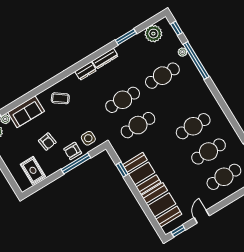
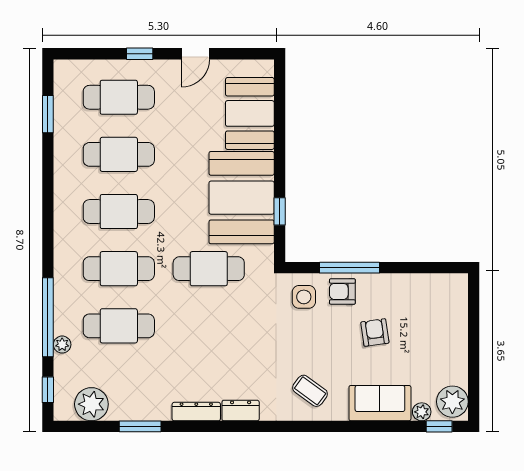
cafe table: (123, 100) -> (119, 269), moved
armchair: (73, 151) -> (342, 291), turned 180
rug: (33, 170) -> (427, 299), removed
booth: (142, 173) -> (242, 198), width x1.36, depth x1.42
window: (178, 231) -> (140, 54), moved

